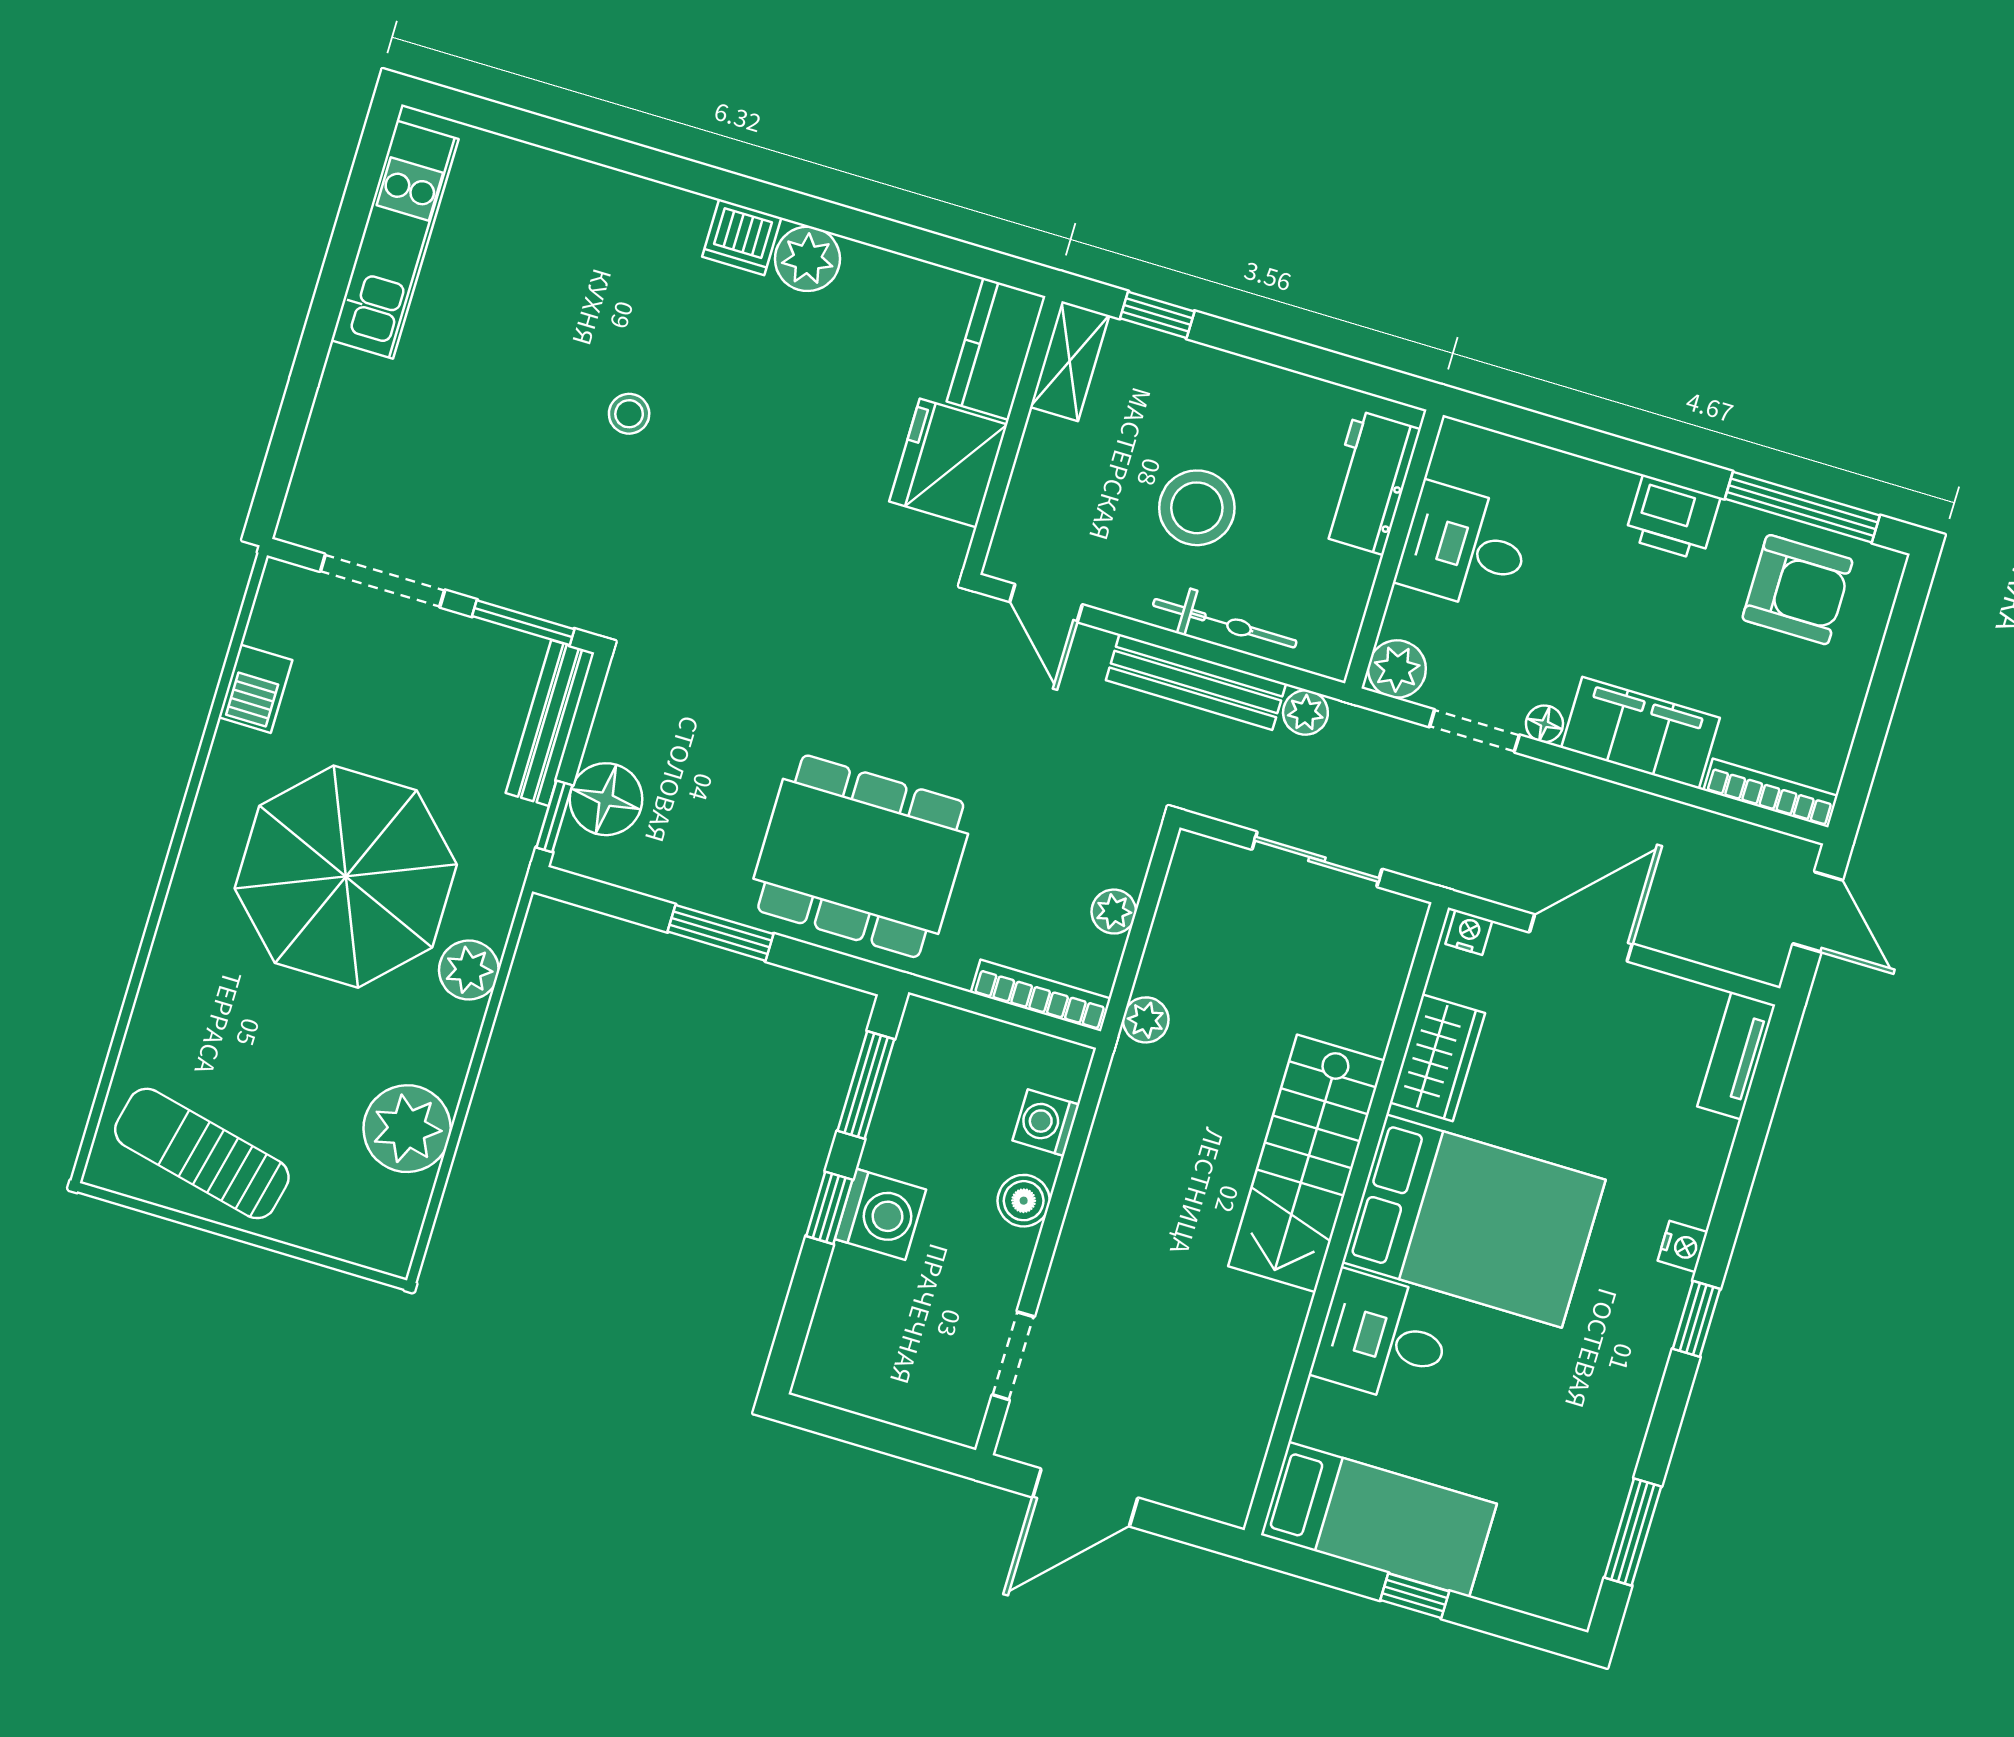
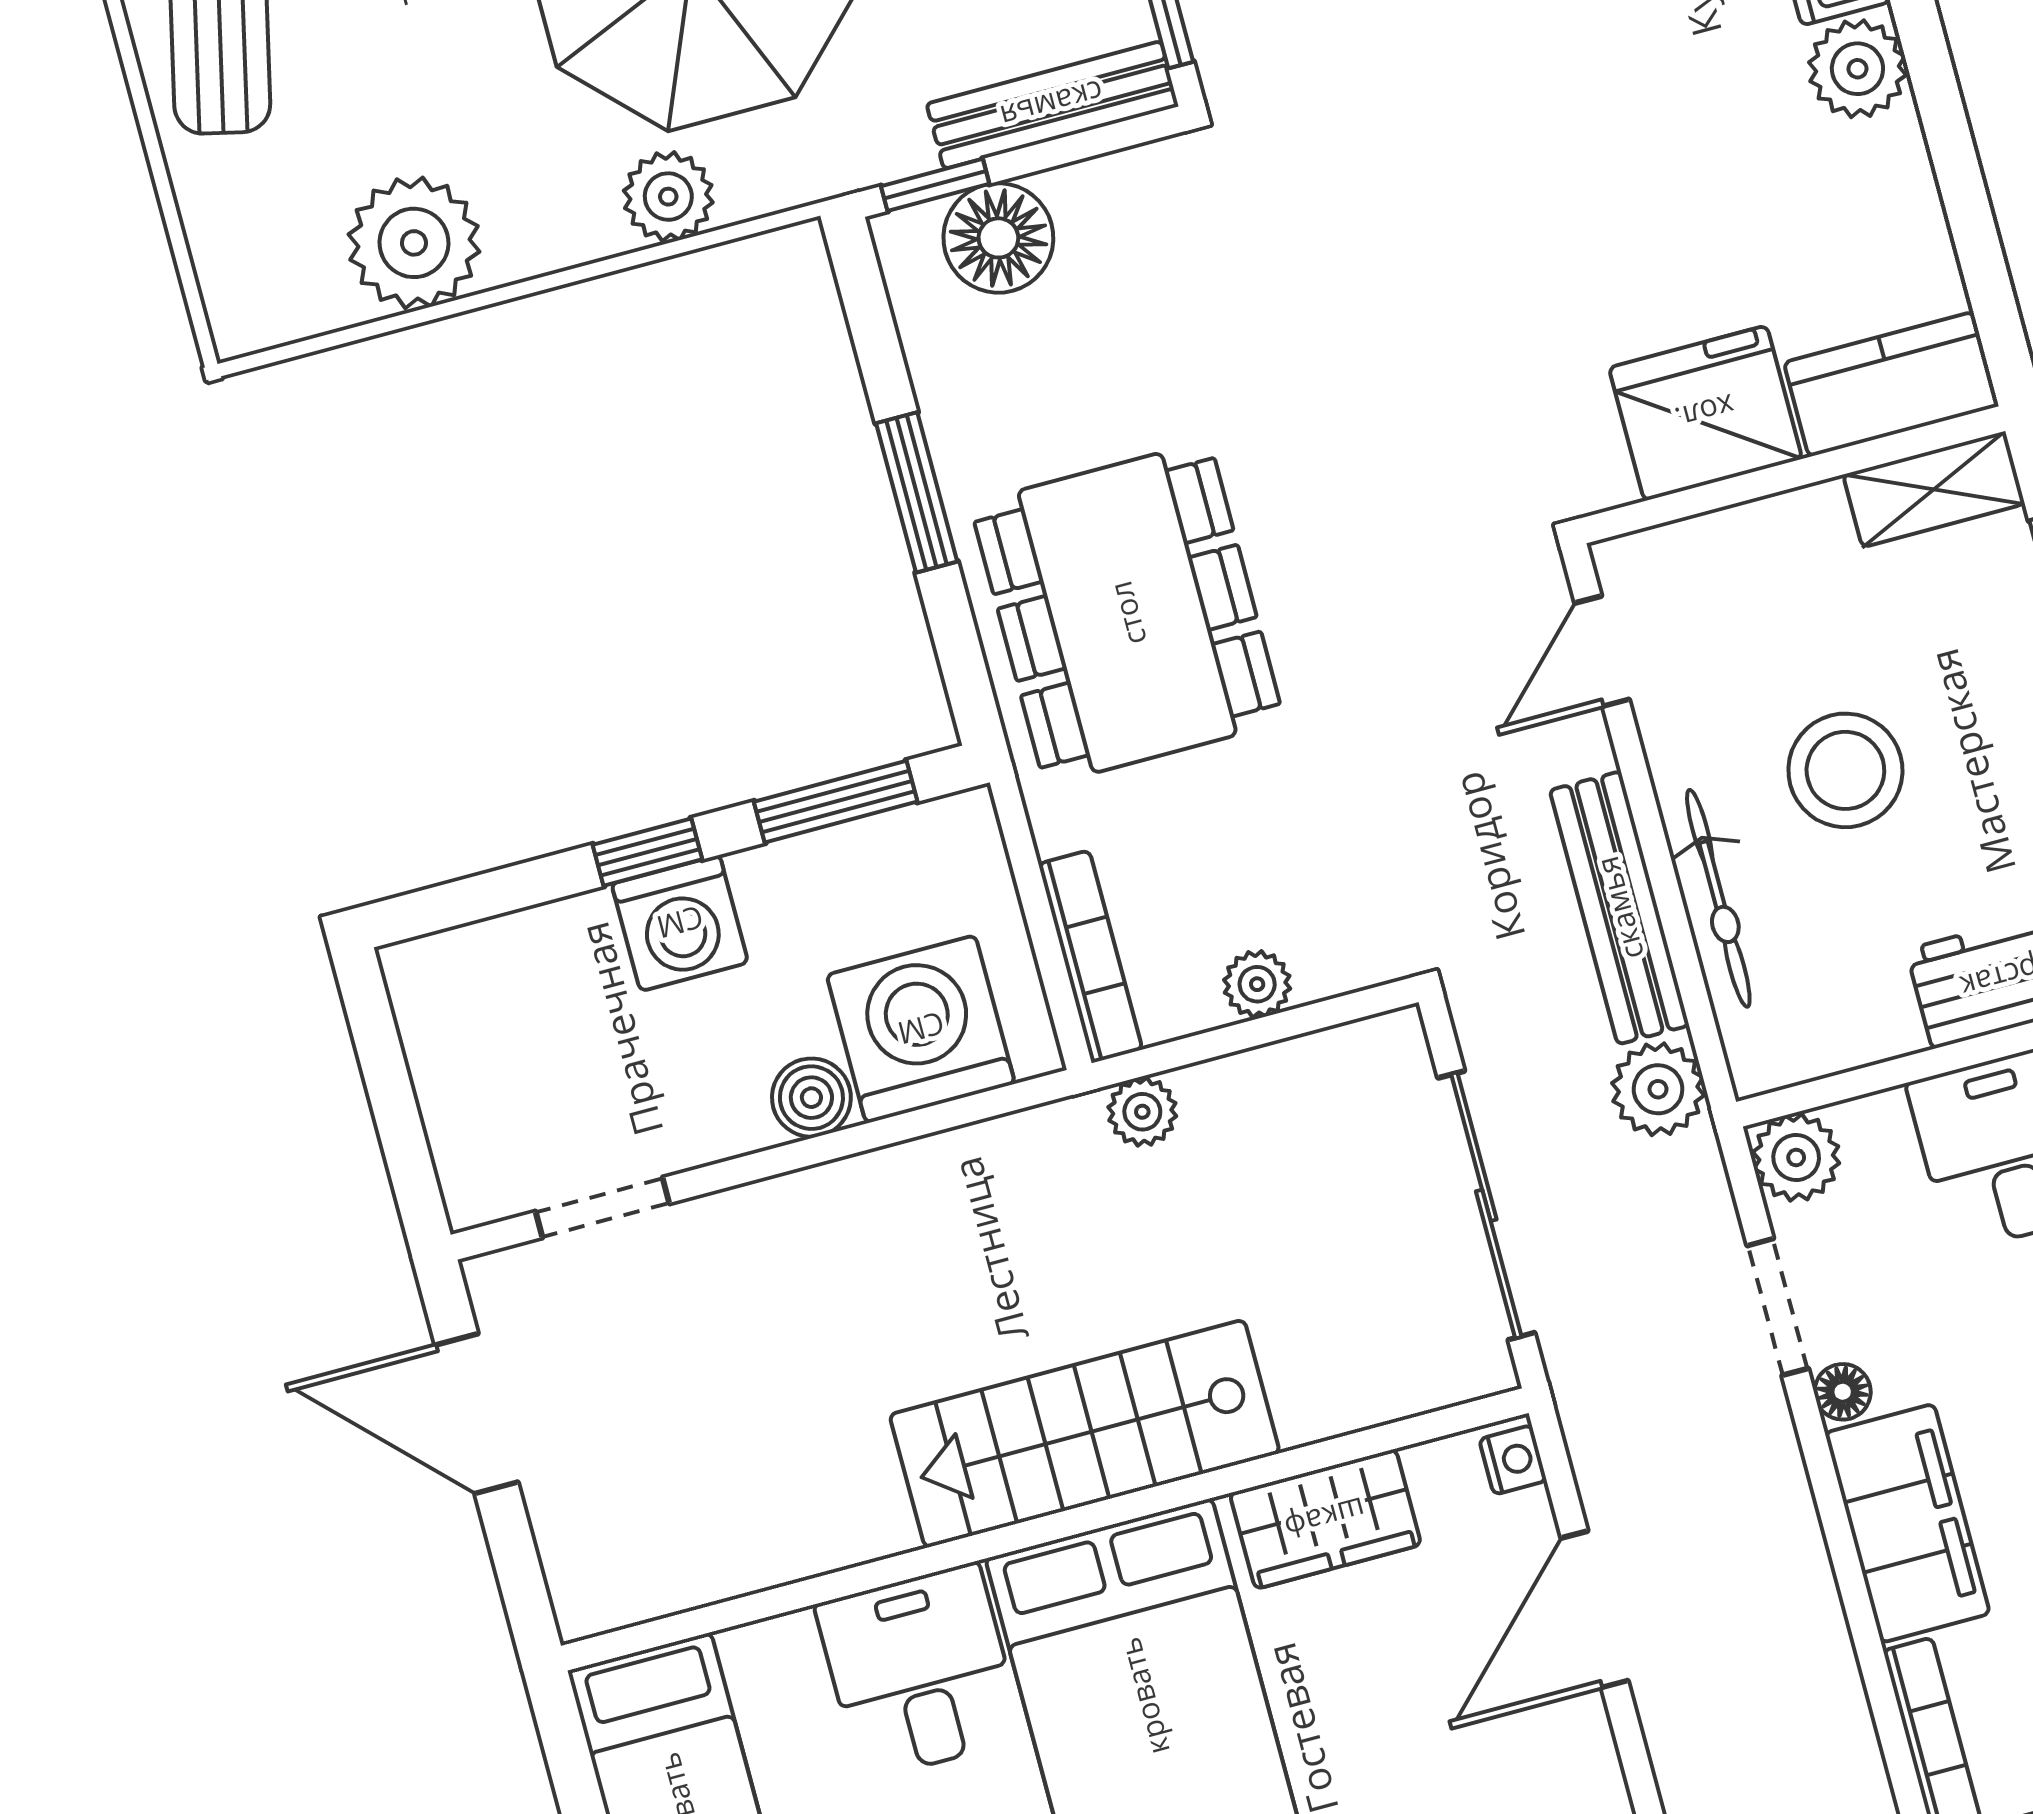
plant: (1305, 713) -> (1658, 1089), width x1.38, depth x1.38
sliding door: (1317, 859) -> (1486, 1205), width x1.37
door: (1581, 938) -> (1595, 1609), swing flipped
washing machine: (1046, 1123) -> (921, 1029), width x1.89, depth x1.89

